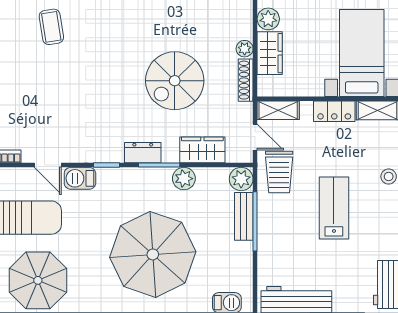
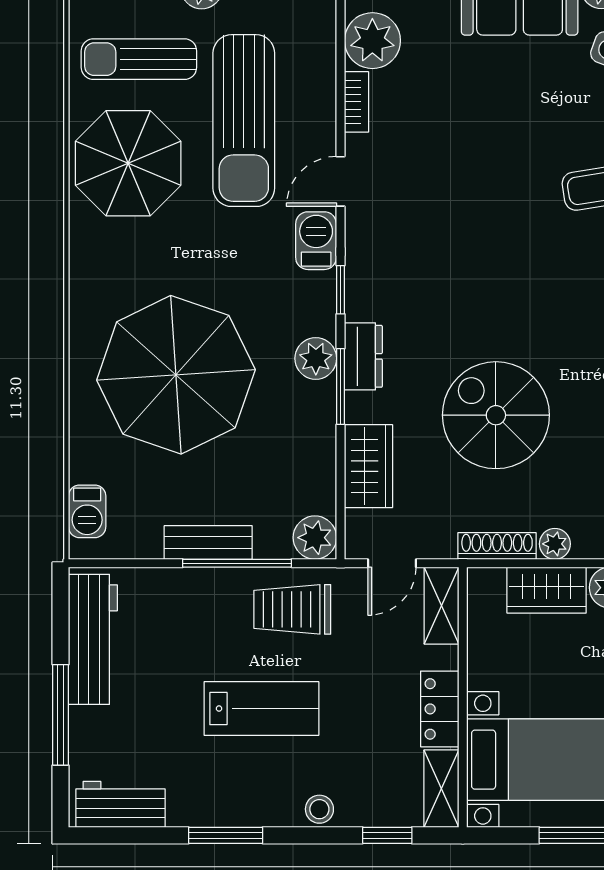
trolley: (279, 172) -> (292, 609), moved
plant: (184, 179) -> (316, 358), moved
bench: (244, 216) -> (208, 542), moved

